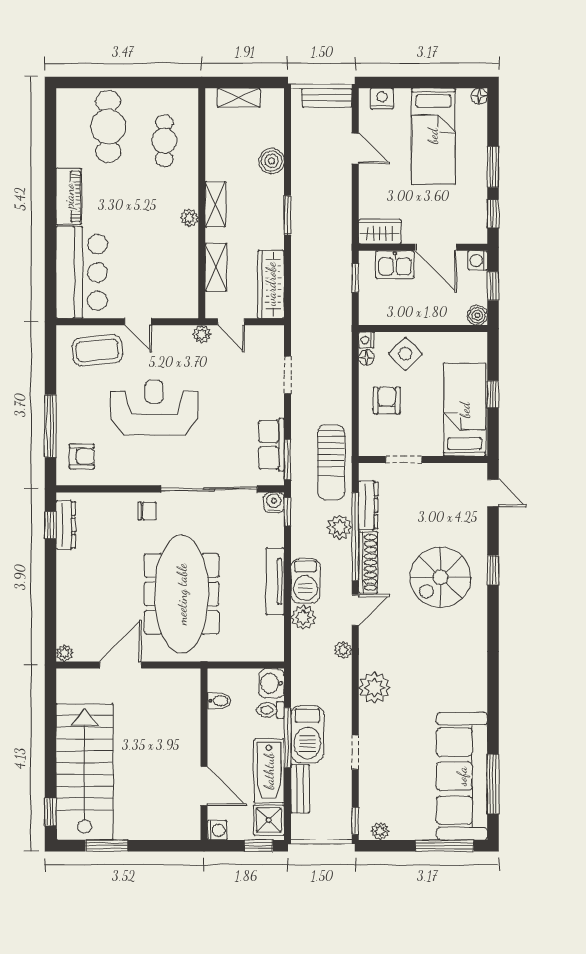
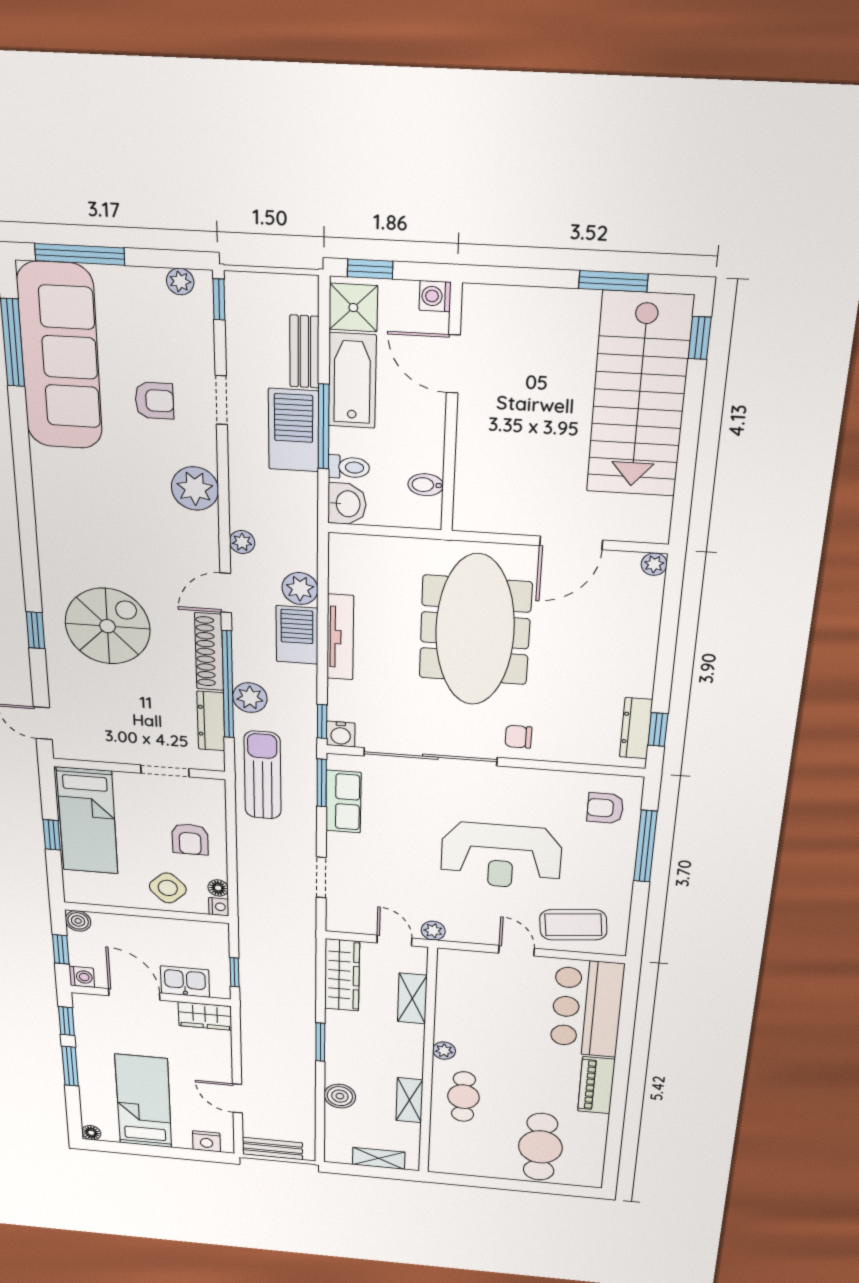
cafe table: (164, 141) -> (463, 1097), moved
shelving: (215, 204) -> (409, 1100), moved
armchair: (400, 749) -> (154, 401), added

